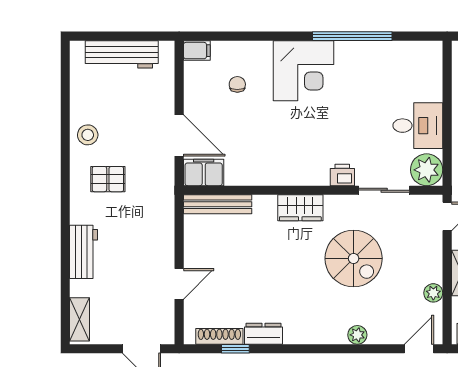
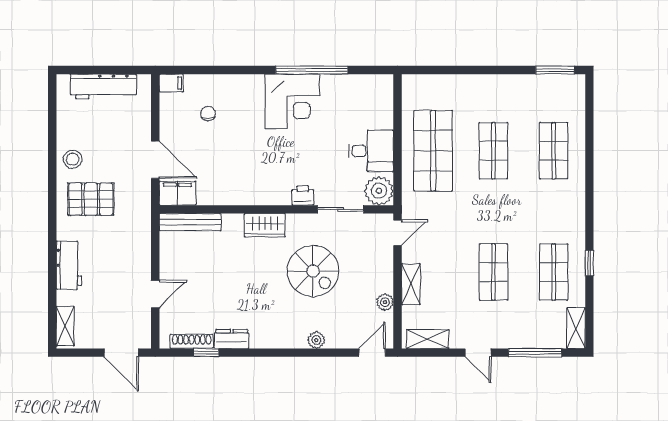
corner desk: (304, 71) -> (292, 101), moved
pallet: (108, 179) -> (91, 199), width x1.50, depth x1.42

